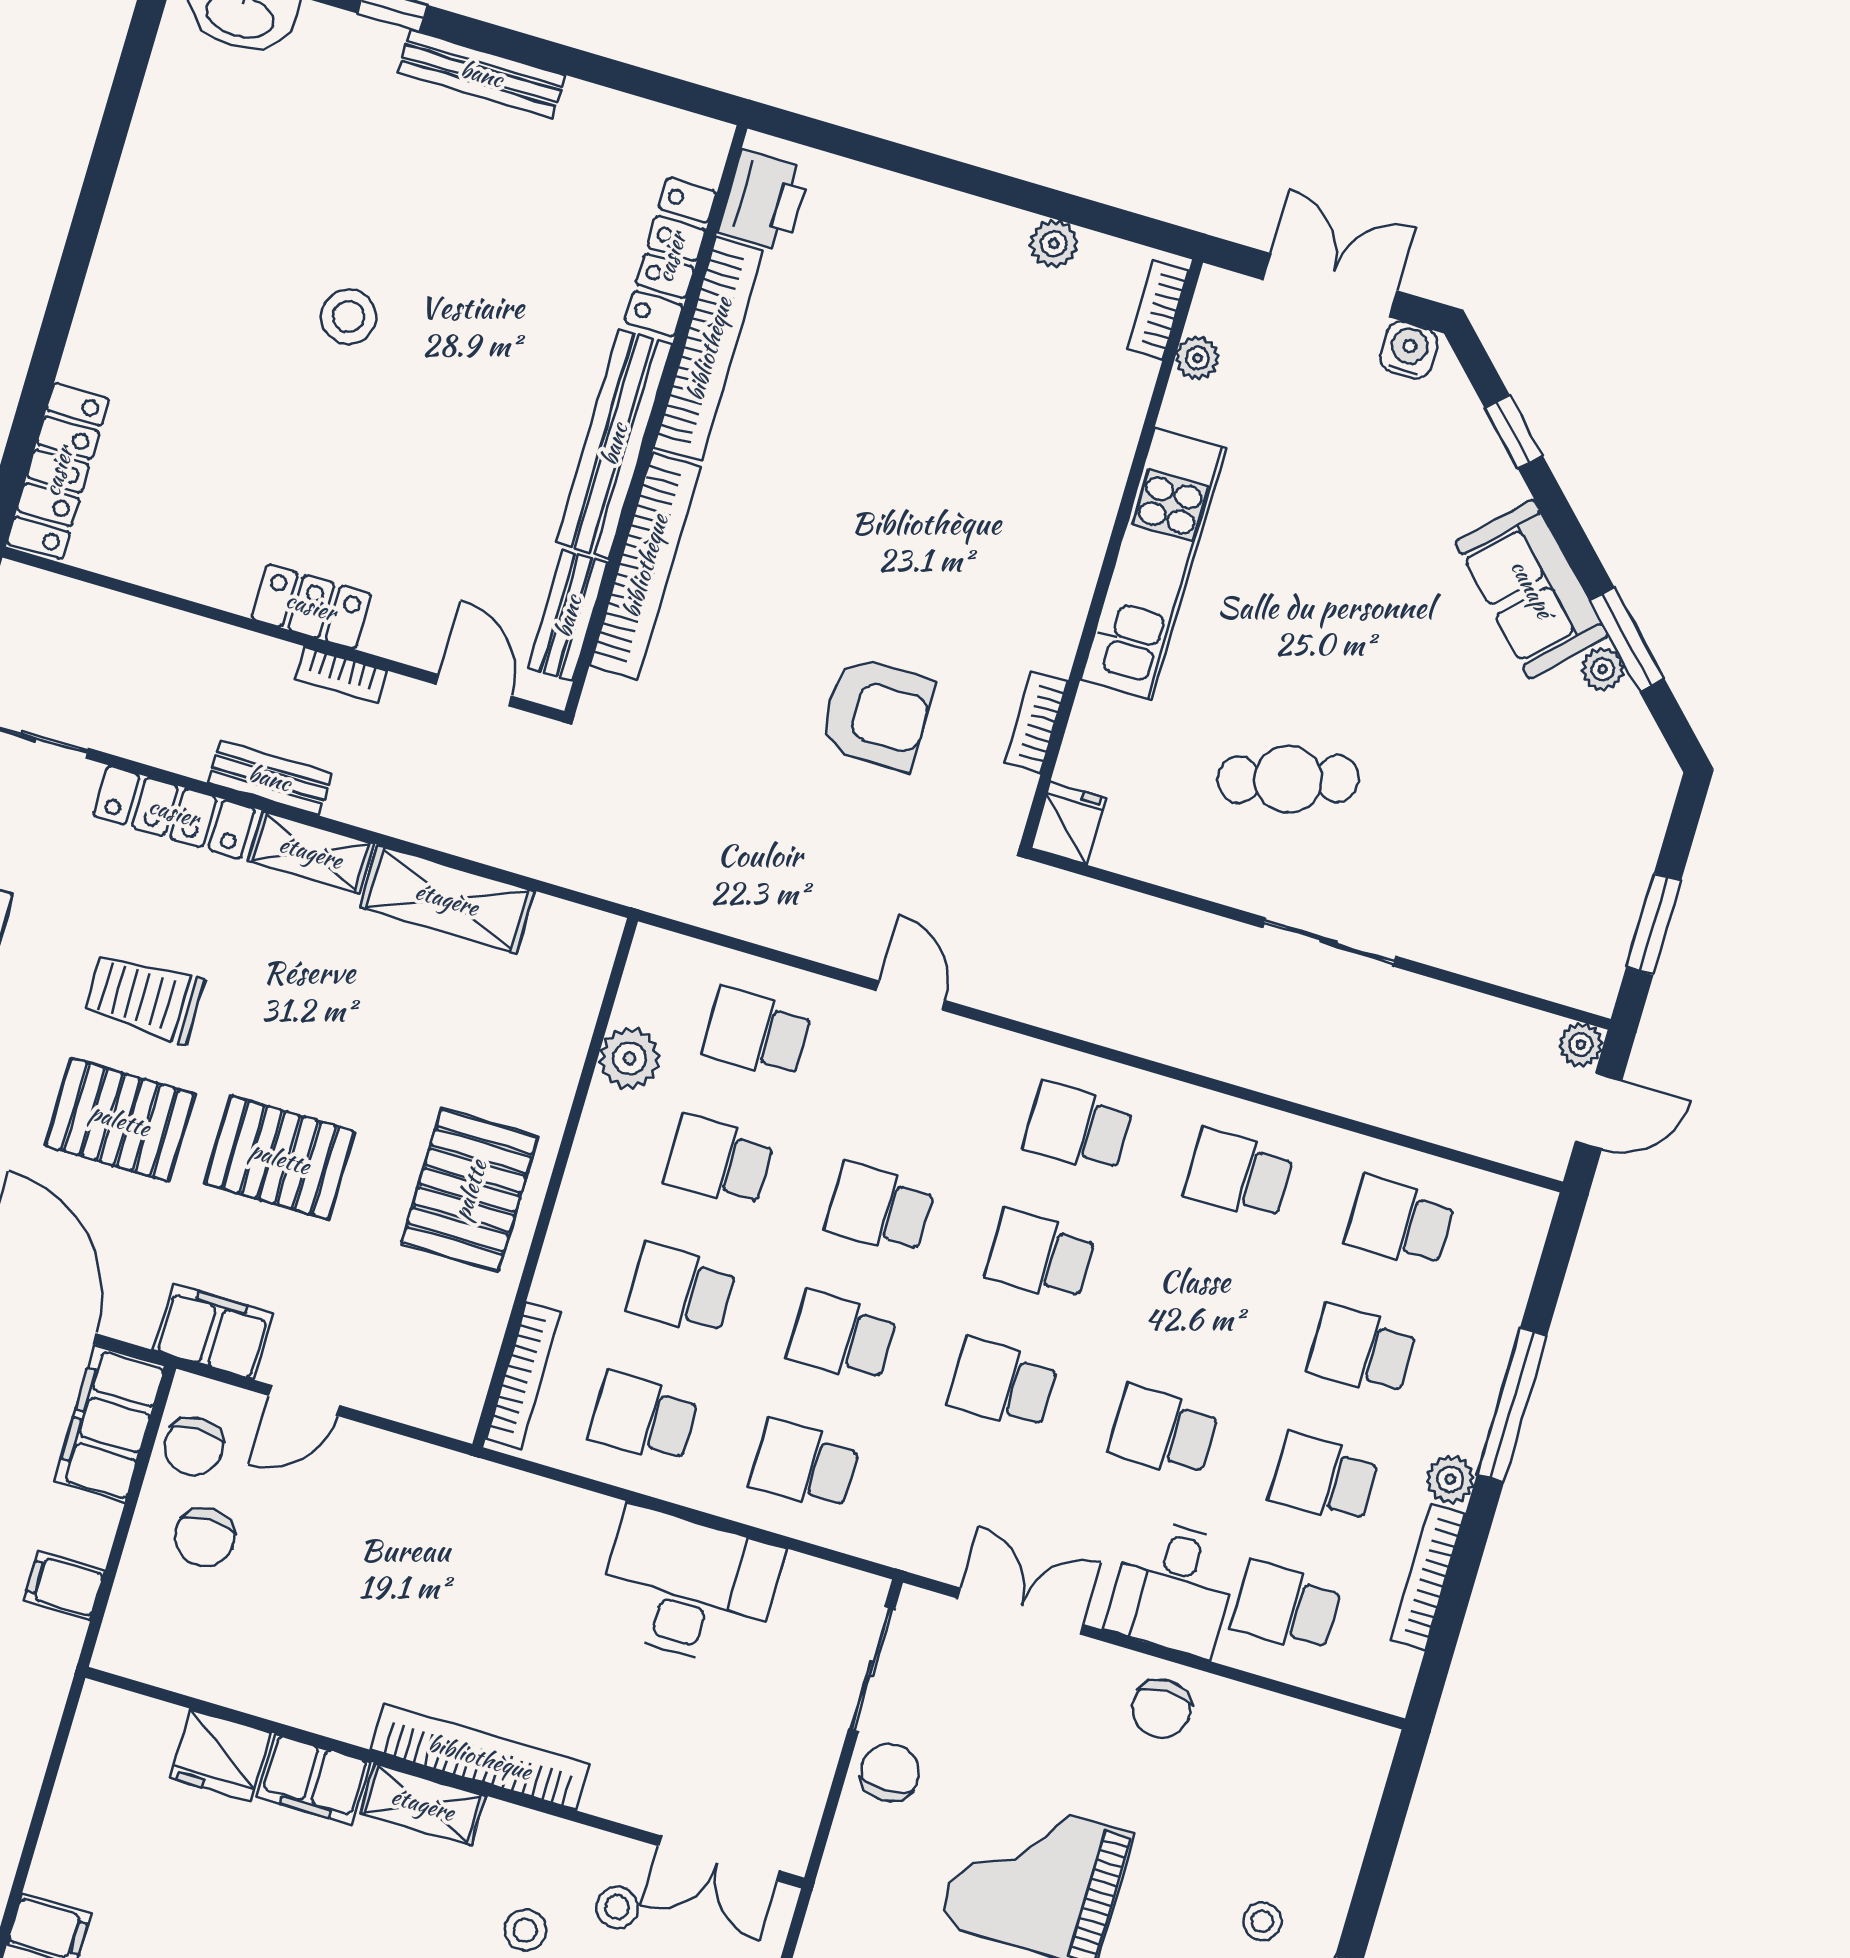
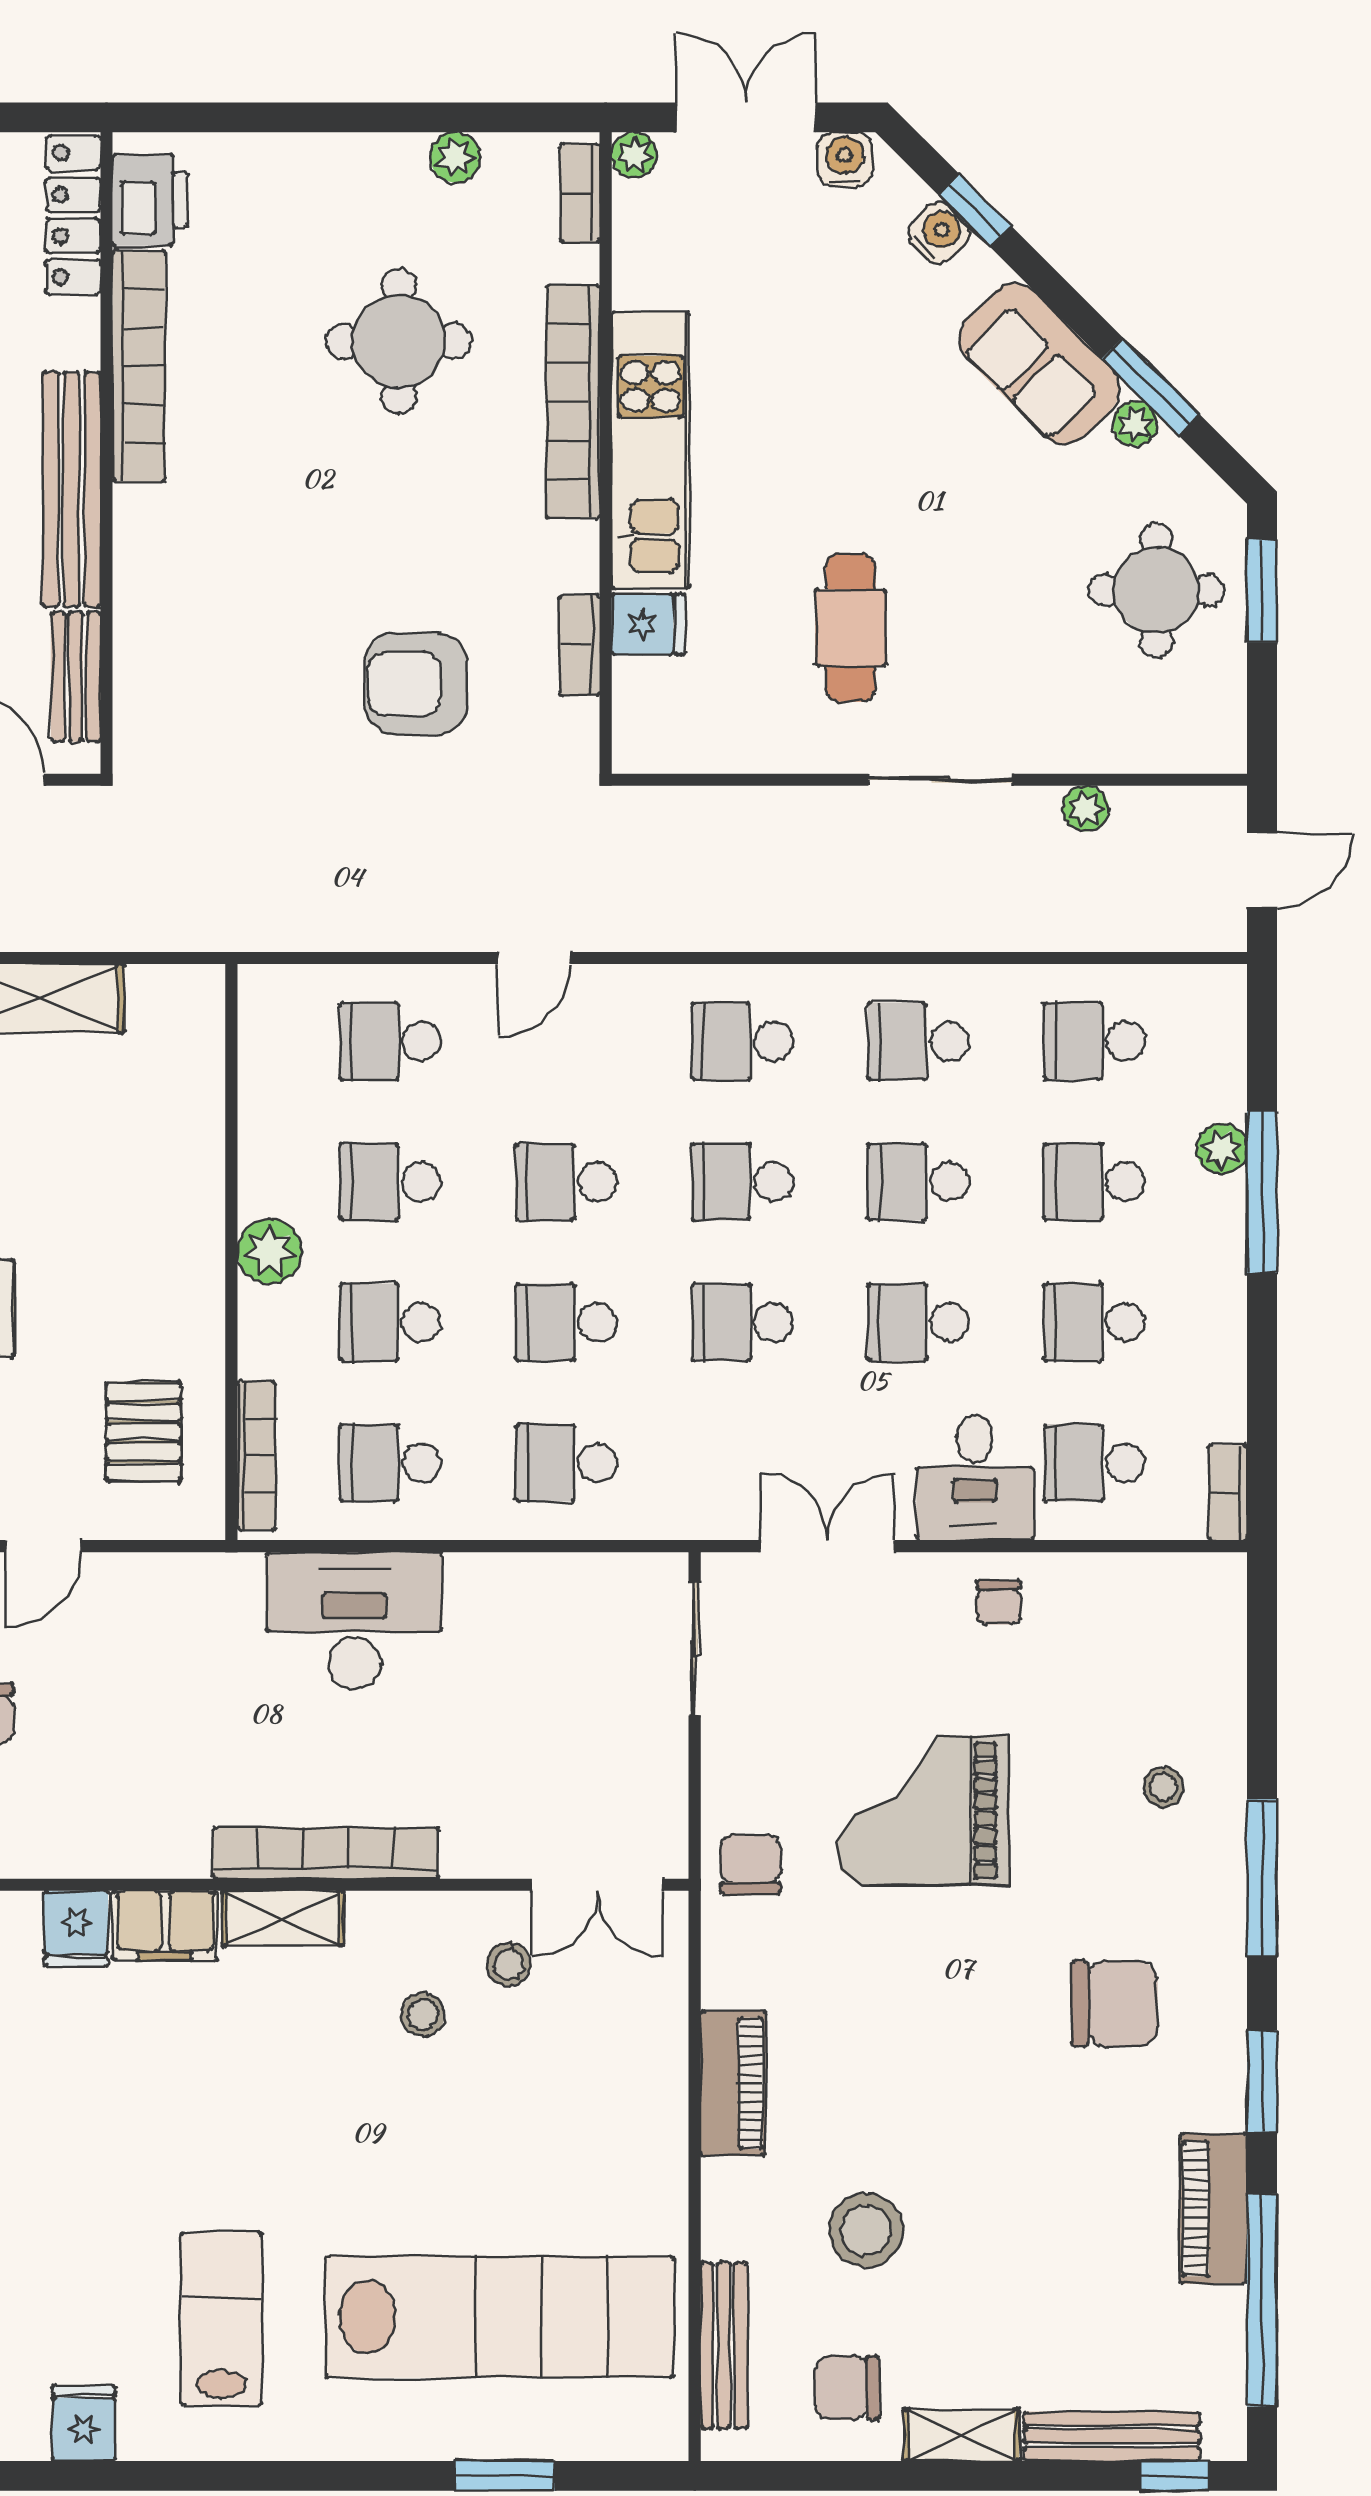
locker: (671, 257) -> (73, 215), moved
plant: (1197, 358) -> (634, 155), moved
round table: (953, 396) -> (399, 341), added
water cooler: (1475, 442) -> (939, 233), added
bookcase: (645, 566) -> (573, 402), moved, turned 180
armchair: (877, 714) -> (416, 684), turned 180
cafe table: (1288, 779) -> (851, 628), turned -73
fridge: (1069, 823) -> (648, 624), moved, turned 90
round table: (1577, 827) -> (1157, 590), added
window: (1654, 924) -> (1262, 591), moved
door: (911, 996) -> (534, 958), swing flipped
plant: (1581, 1045) -> (1086, 809), moved
plant: (630, 1058) -> (270, 1251), moved
pallet: (470, 1190) -> (144, 1432), moved, width x0.67, depth x0.71
school desk: (1201, 1303) -> (918, 1182), added
plant: (1450, 1479) -> (1222, 1149), moved
bookcase: (1428, 1577) -> (1228, 1492), moved, width x0.64
desk: (689, 1588) -> (354, 1621), moved
chair: (1161, 1709) -> (999, 1602), width x0.73, depth x0.73
fridge: (220, 1755) -> (76, 1929), width x0.72
chair: (890, 1772) -> (751, 1864), moved

